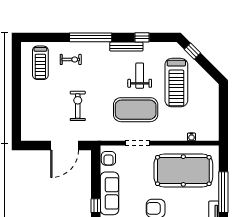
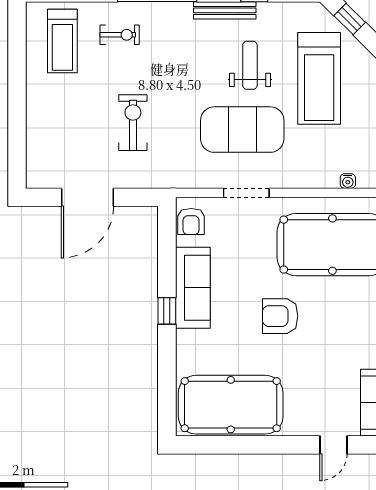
door: (65, 145) -> (88, 197), moved

